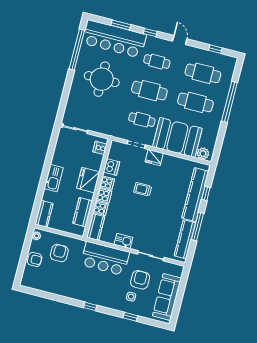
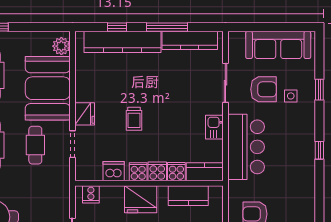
armchair: (140, 280) -> (263, 89), turned 180

